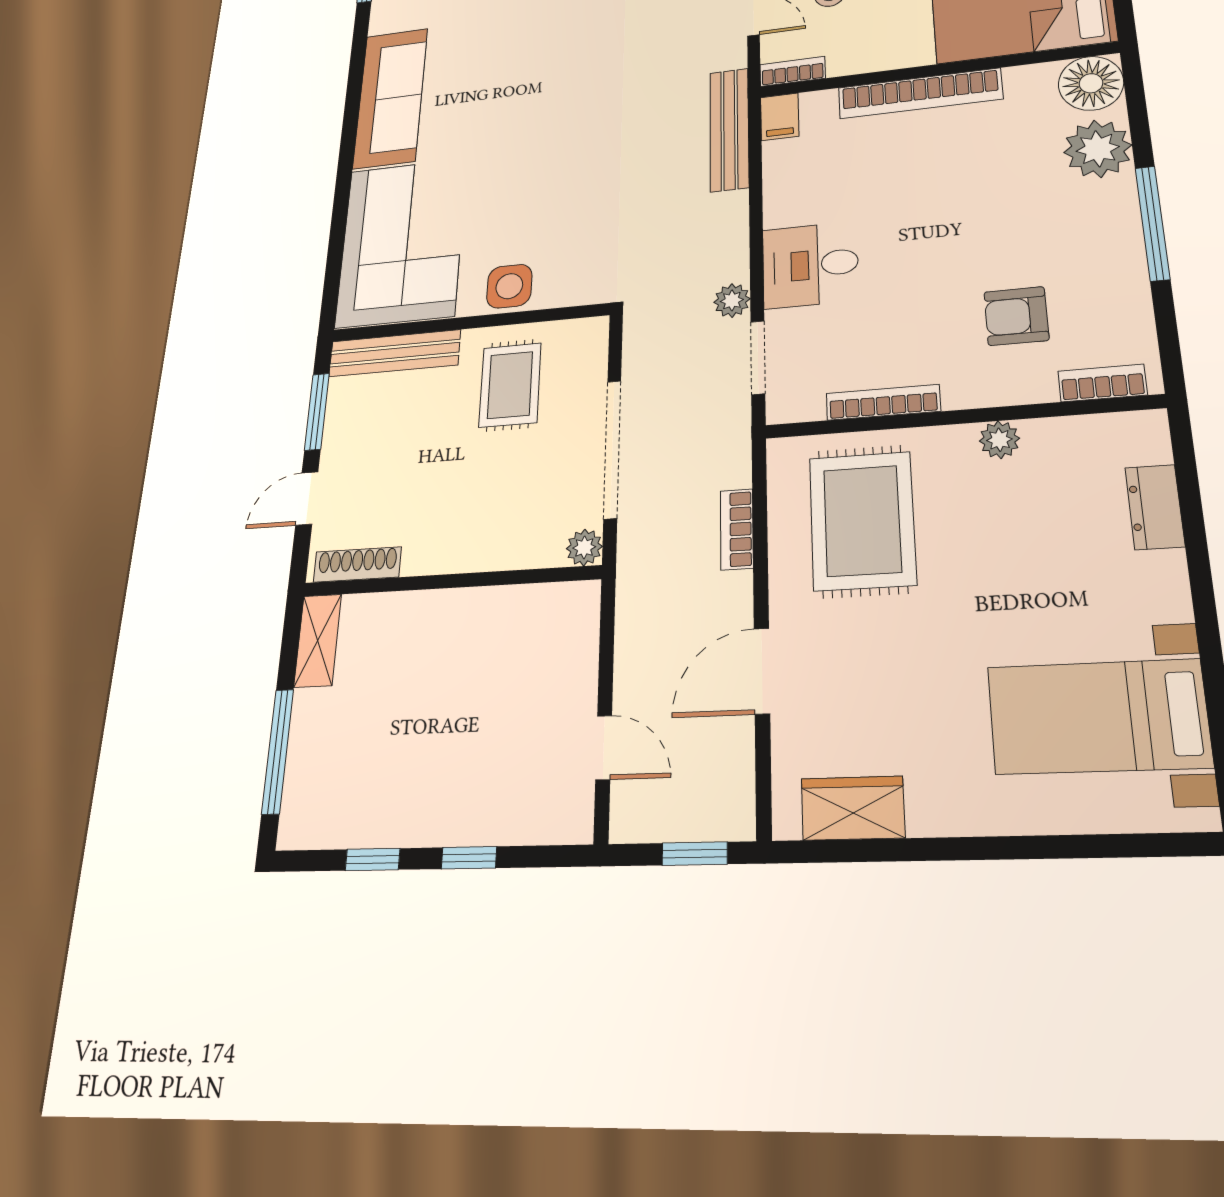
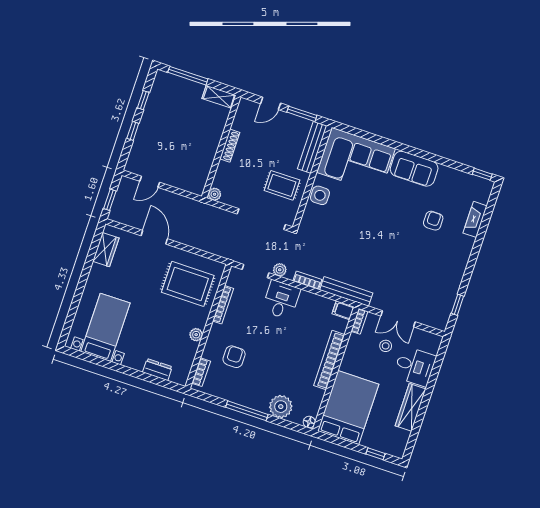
armchair: (497, 28) -> (433, 221), added
floor lamp: (1091, 83) -> (309, 422), width x0.53, depth x0.53
sofa: (390, 98) -> (414, 169), width x0.73
doorway: (612, 449) -> (261, 219), moved
door: (307, 498) -> (271, 103), swing flipped
bookcase: (737, 529) -> (307, 280), moved
shoe rack: (357, 564) -> (230, 146), moved

